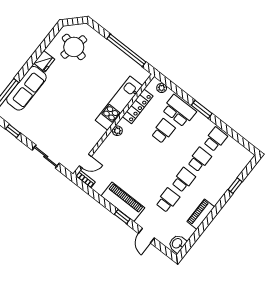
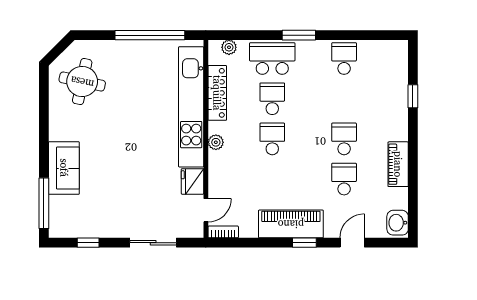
fridge: (44, 61) -> (193, 181), moved, turned 180
sofa: (26, 88) -> (64, 168), width x0.73
kitchen unit: (119, 103) -> (191, 107), width x1.36
school desk: (199, 160) -> (272, 139), moved
door: (146, 236) -> (352, 243), swing flipped

